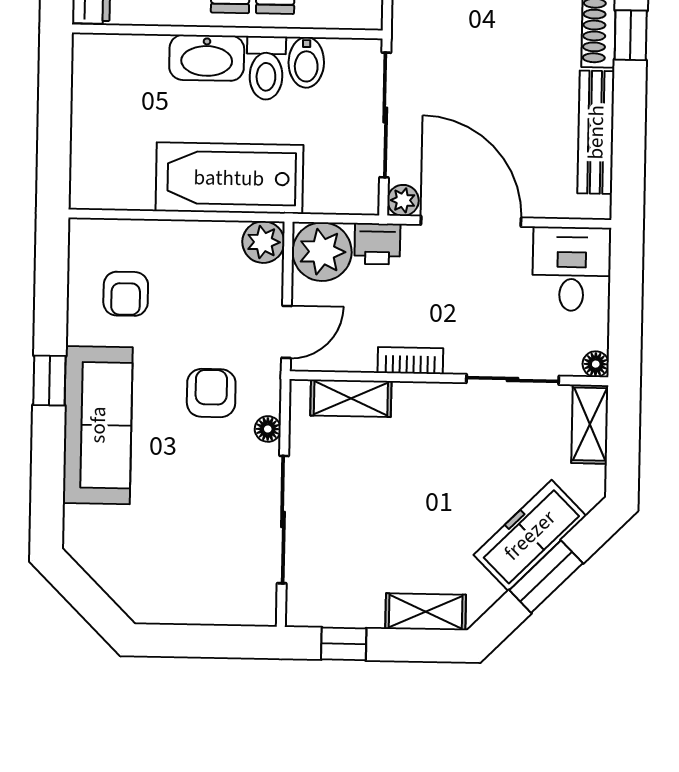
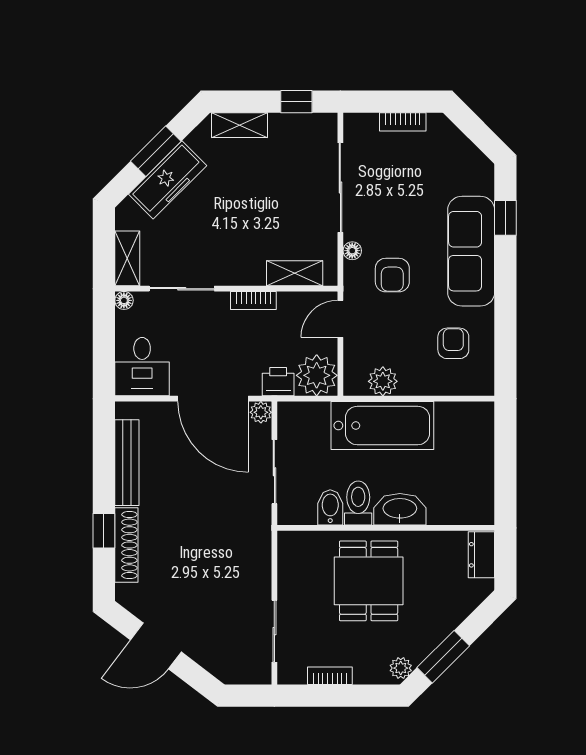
sliding door: (385, 115) -> (274, 472), width x0.73
plant: (263, 242) -> (383, 381), moved
window: (49, 381) -> (505, 218), moved
bookcase: (192, 612) -> (403, 122), added

